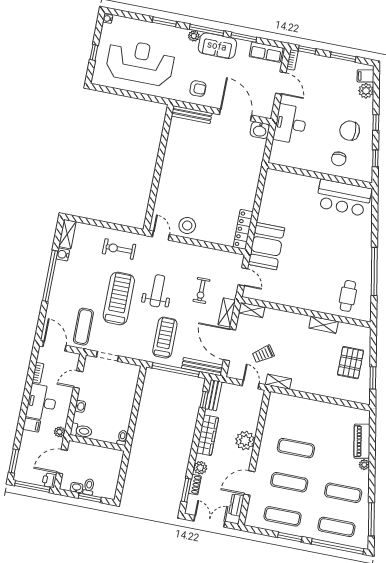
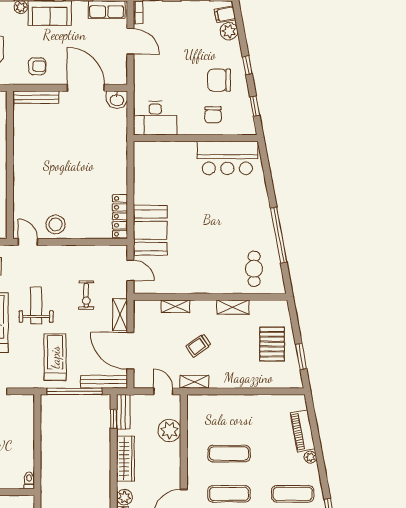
desk: (290, 124) -> (155, 118), moved, turned -90
shelving: (252, 310) -> (175, 306), moved
trolley: (263, 354) -> (198, 345), moved
plant: (245, 440) -> (169, 430), moved

